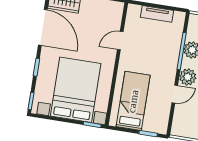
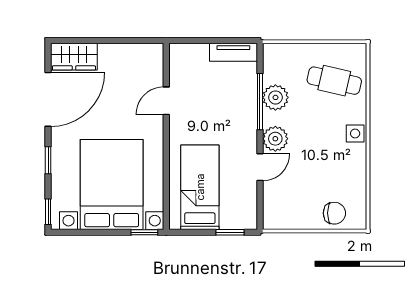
tv unit: (157, 14) -> (233, 52), moved
door: (43, 27) -> (48, 99), hinge flipped

